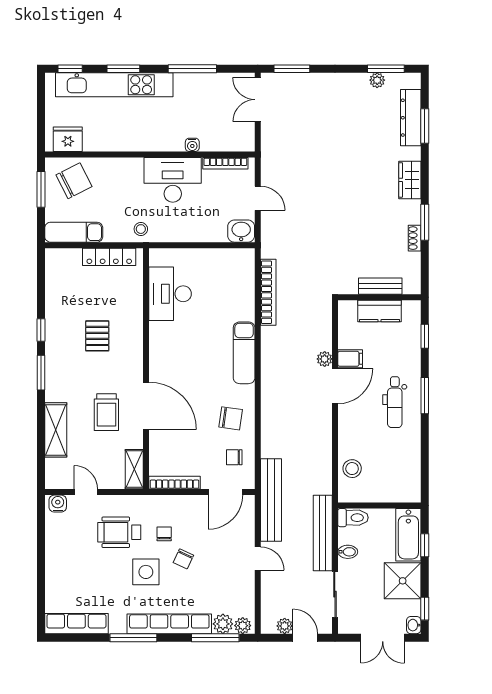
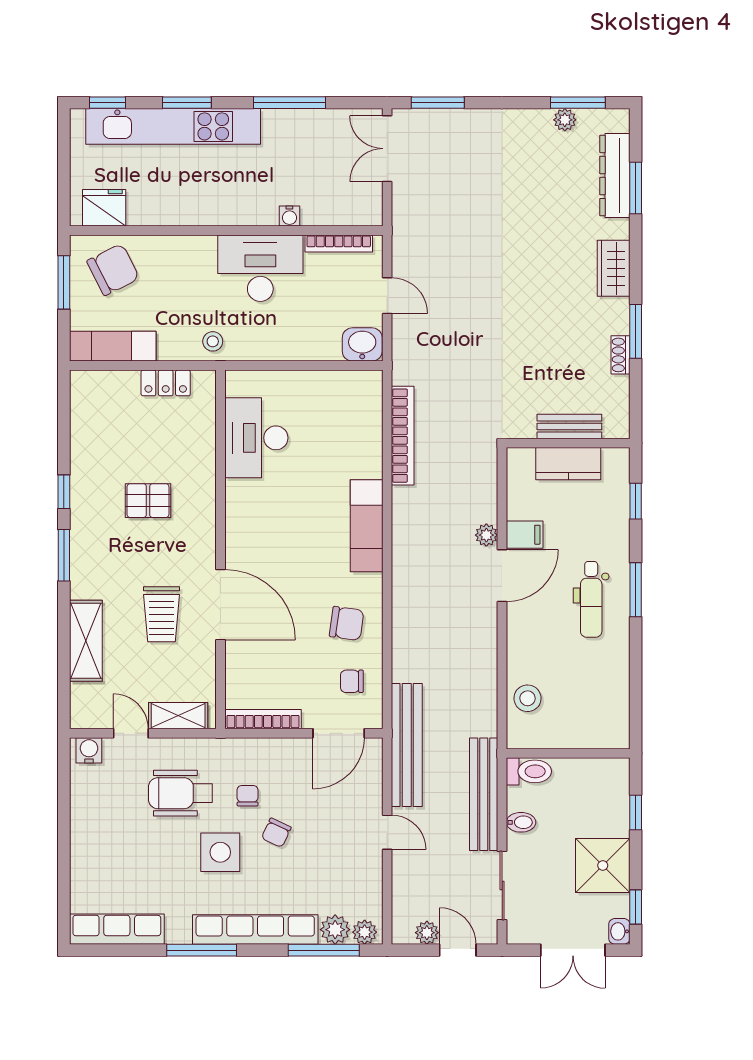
locker: (109, 257) -> (166, 383), width x0.66
pallet: (97, 336) -> (148, 501), turned 90
shelving: (134, 469) -> (178, 716), moved, turned 90
bathtub: (408, 535) -> (611, 797), removed

